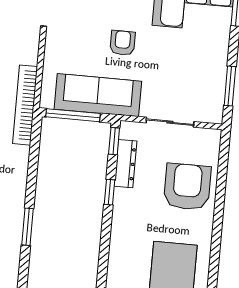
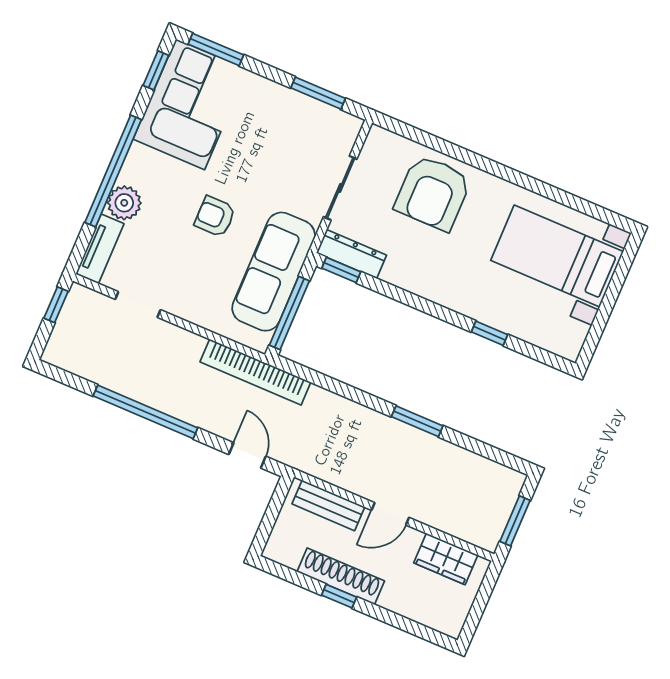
dresser: (126, 164) -> (351, 254), moved
armchair: (187, 187) -> (433, 193), turned -90
window: (109, 192) -> (490, 333), moved

